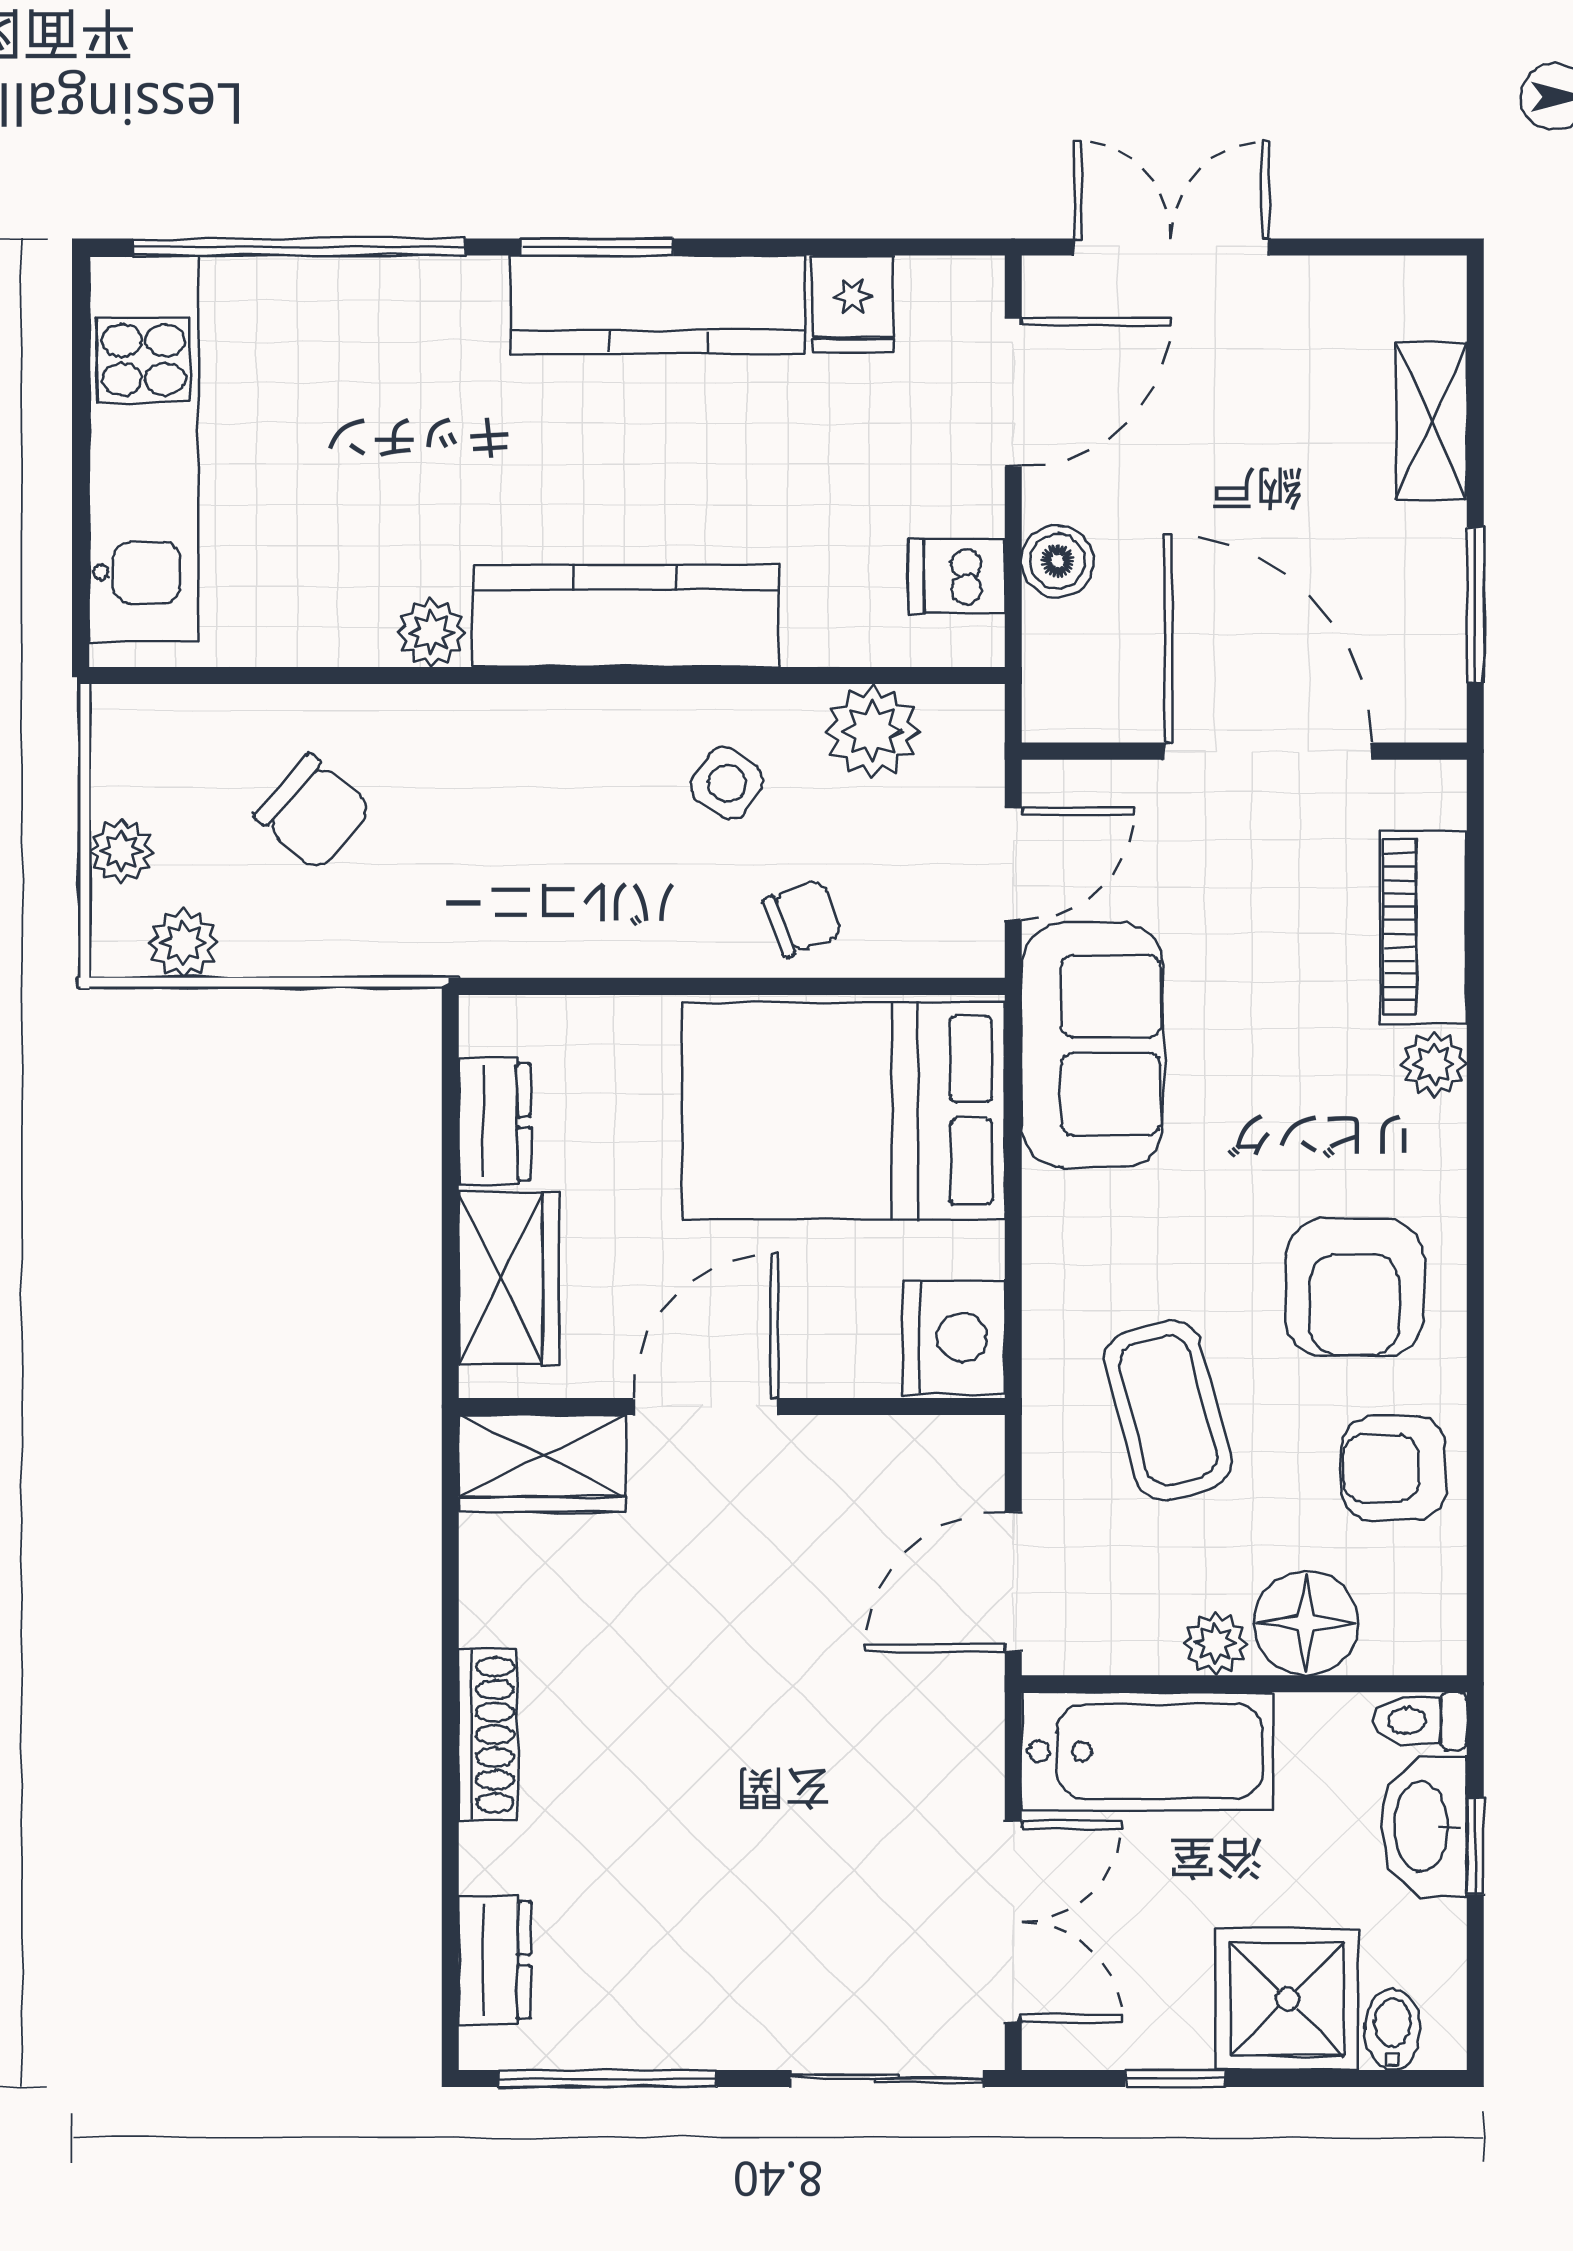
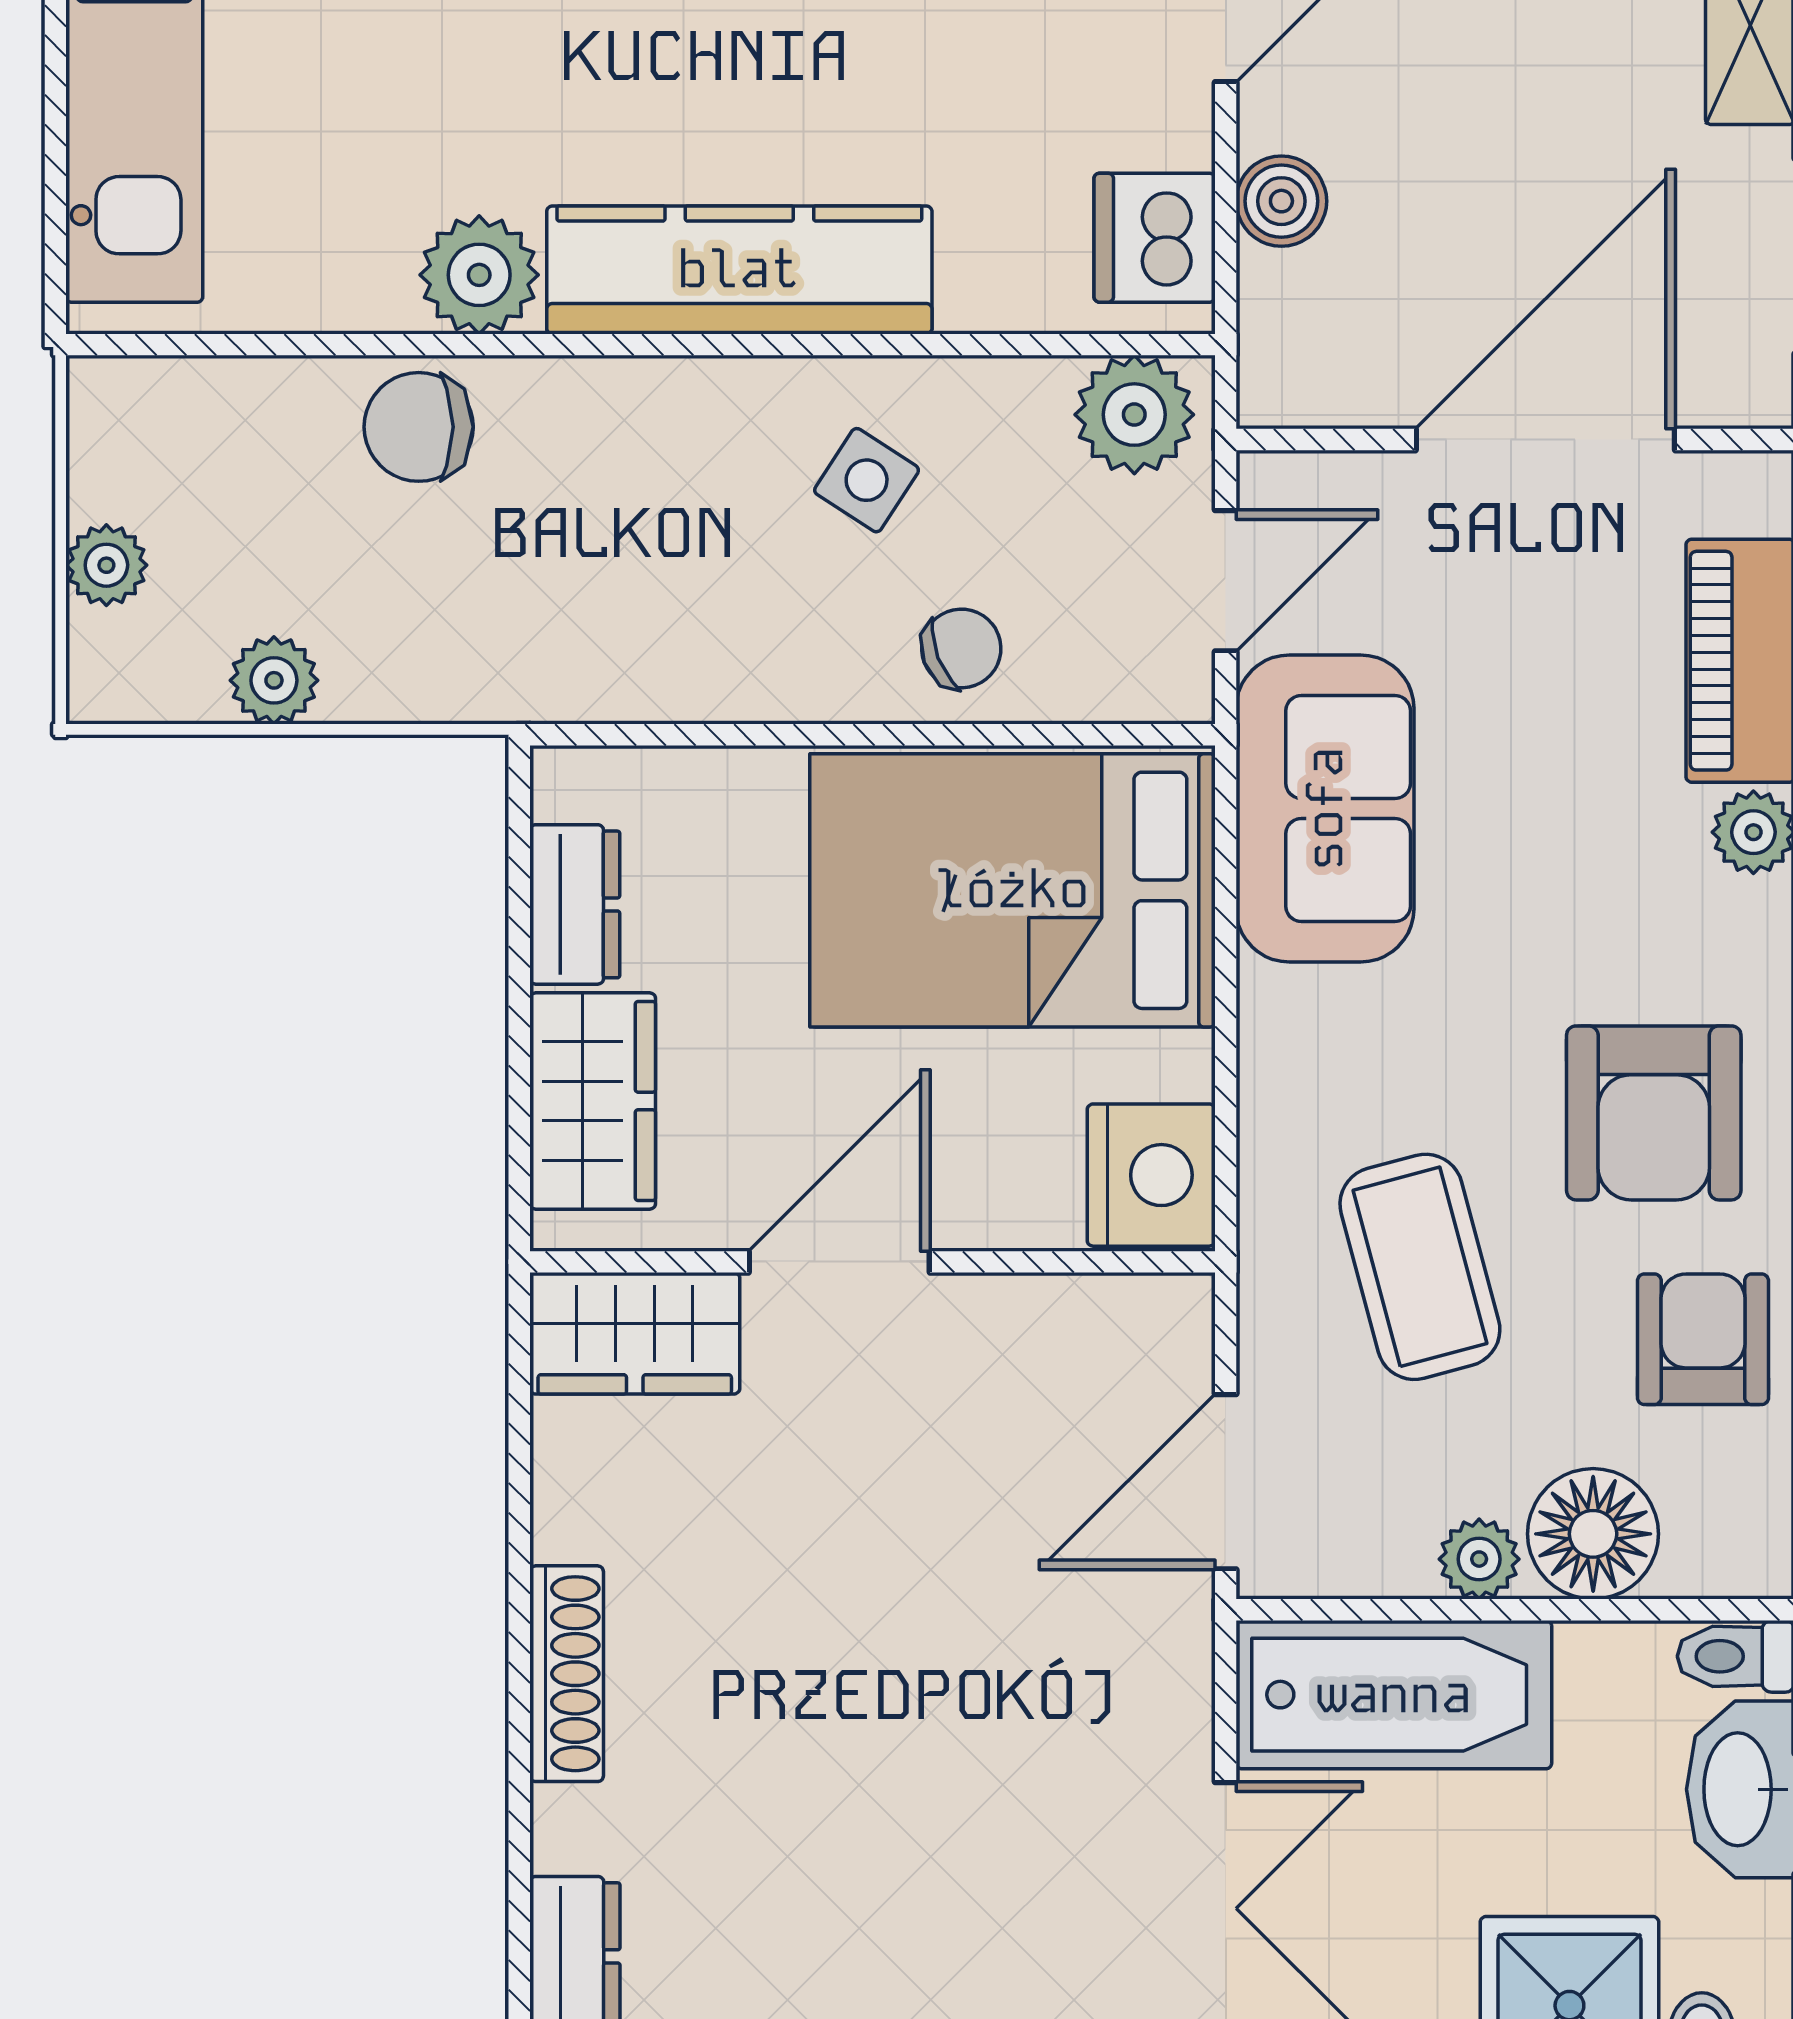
dishwasher: (957, 576) -> (1155, 238), width x1.38
plant: (431, 633) -> (479, 275), width x1.38, depth x1.38
plant: (872, 731) -> (1134, 415), moved
door: (1268, 751) -> (1545, 440), hinge flipped
chair: (313, 813) -> (419, 427), moved, turned 139
plant: (183, 943) -> (274, 680), moved
armchair: (1394, 1468) -> (1703, 1339), turned 90

